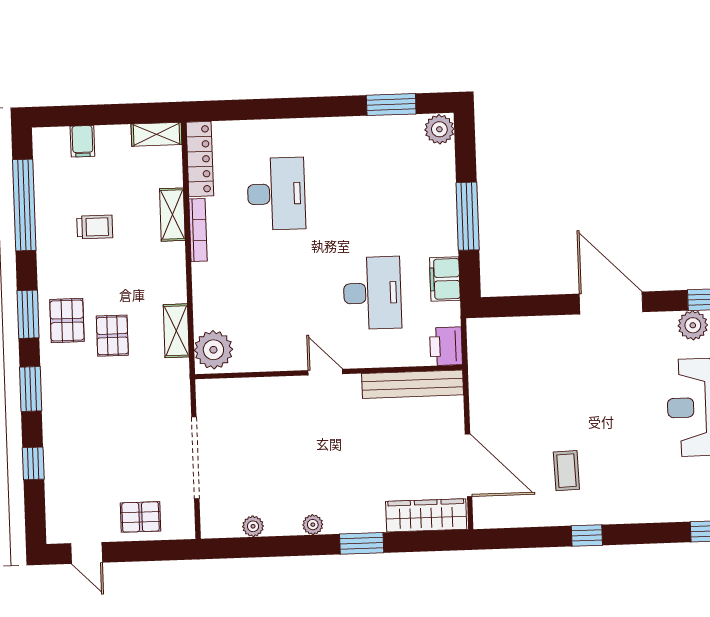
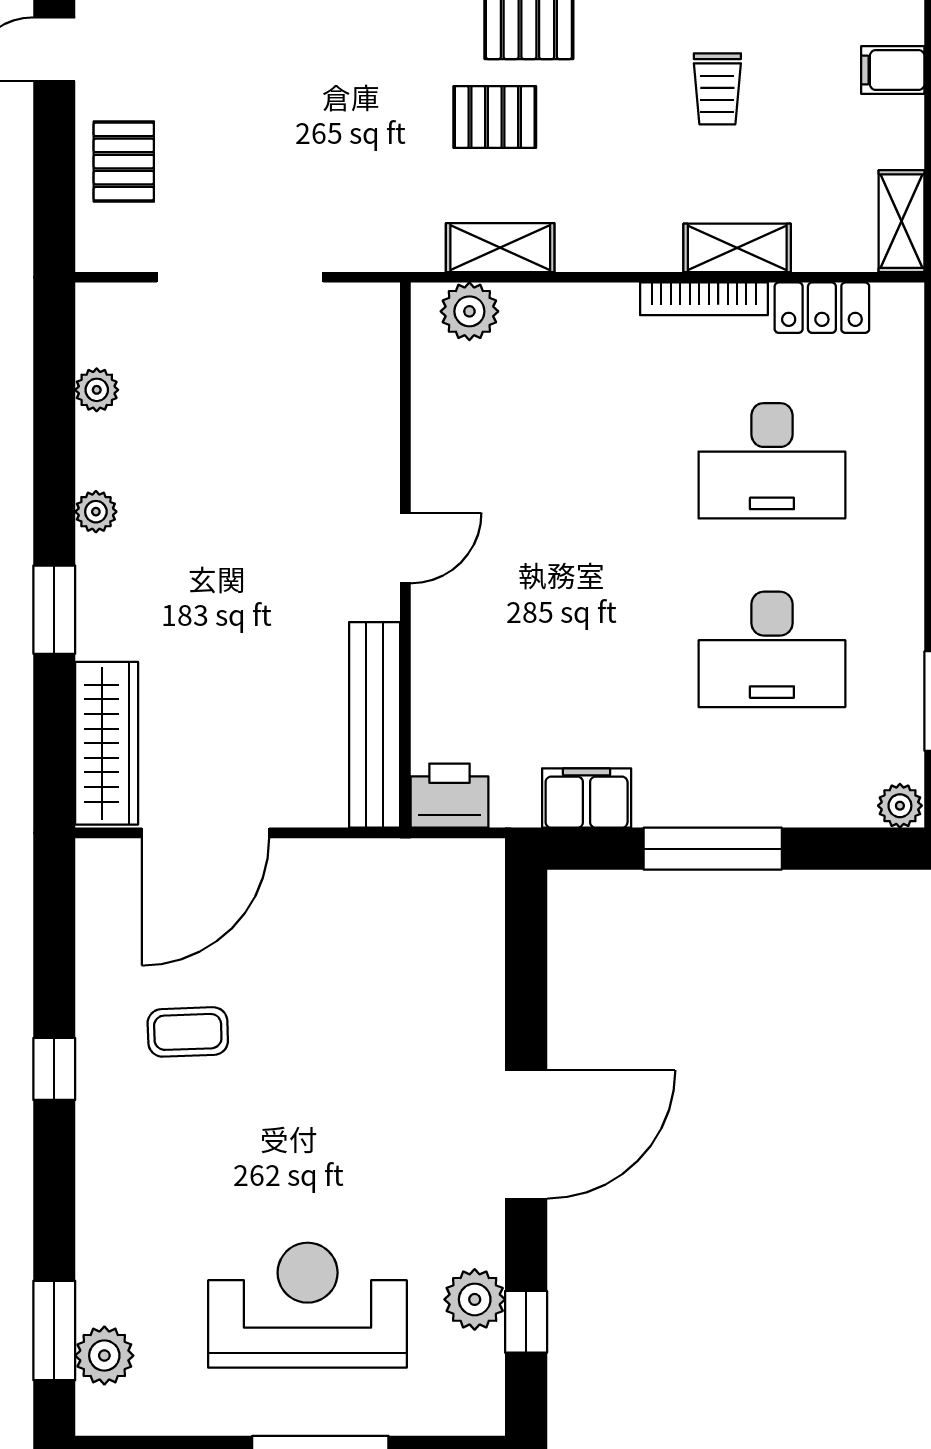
plant: (439, 129) -> (900, 806), width x0.73, depth x0.73
locker: (200, 159) -> (822, 308), width x0.66
desk: (372, 293) -> (772, 649), moved
plant: (213, 350) -> (469, 311), width x0.73, depth x0.73

